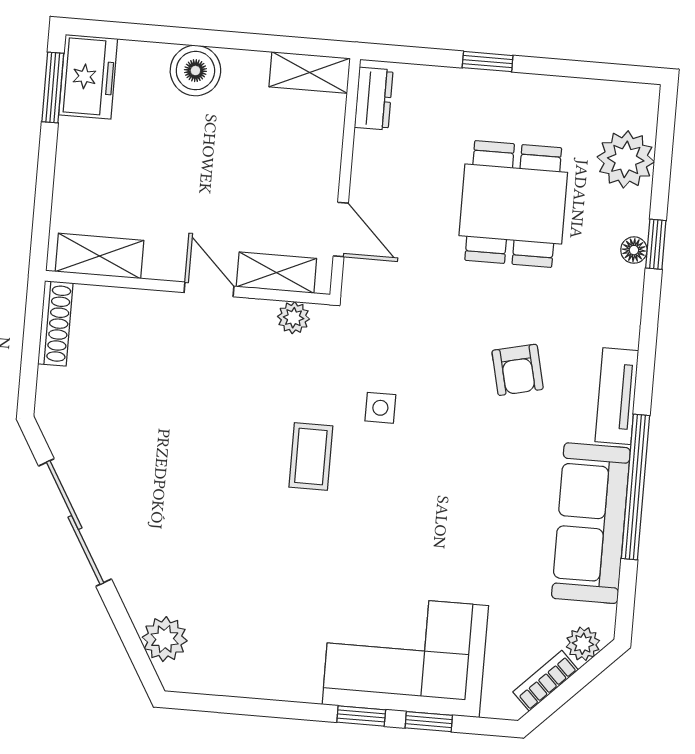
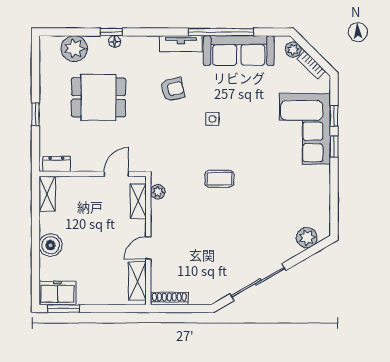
door: (209, 289) -> (148, 248), moved
side table: (380, 408) -> (212, 119), moved

